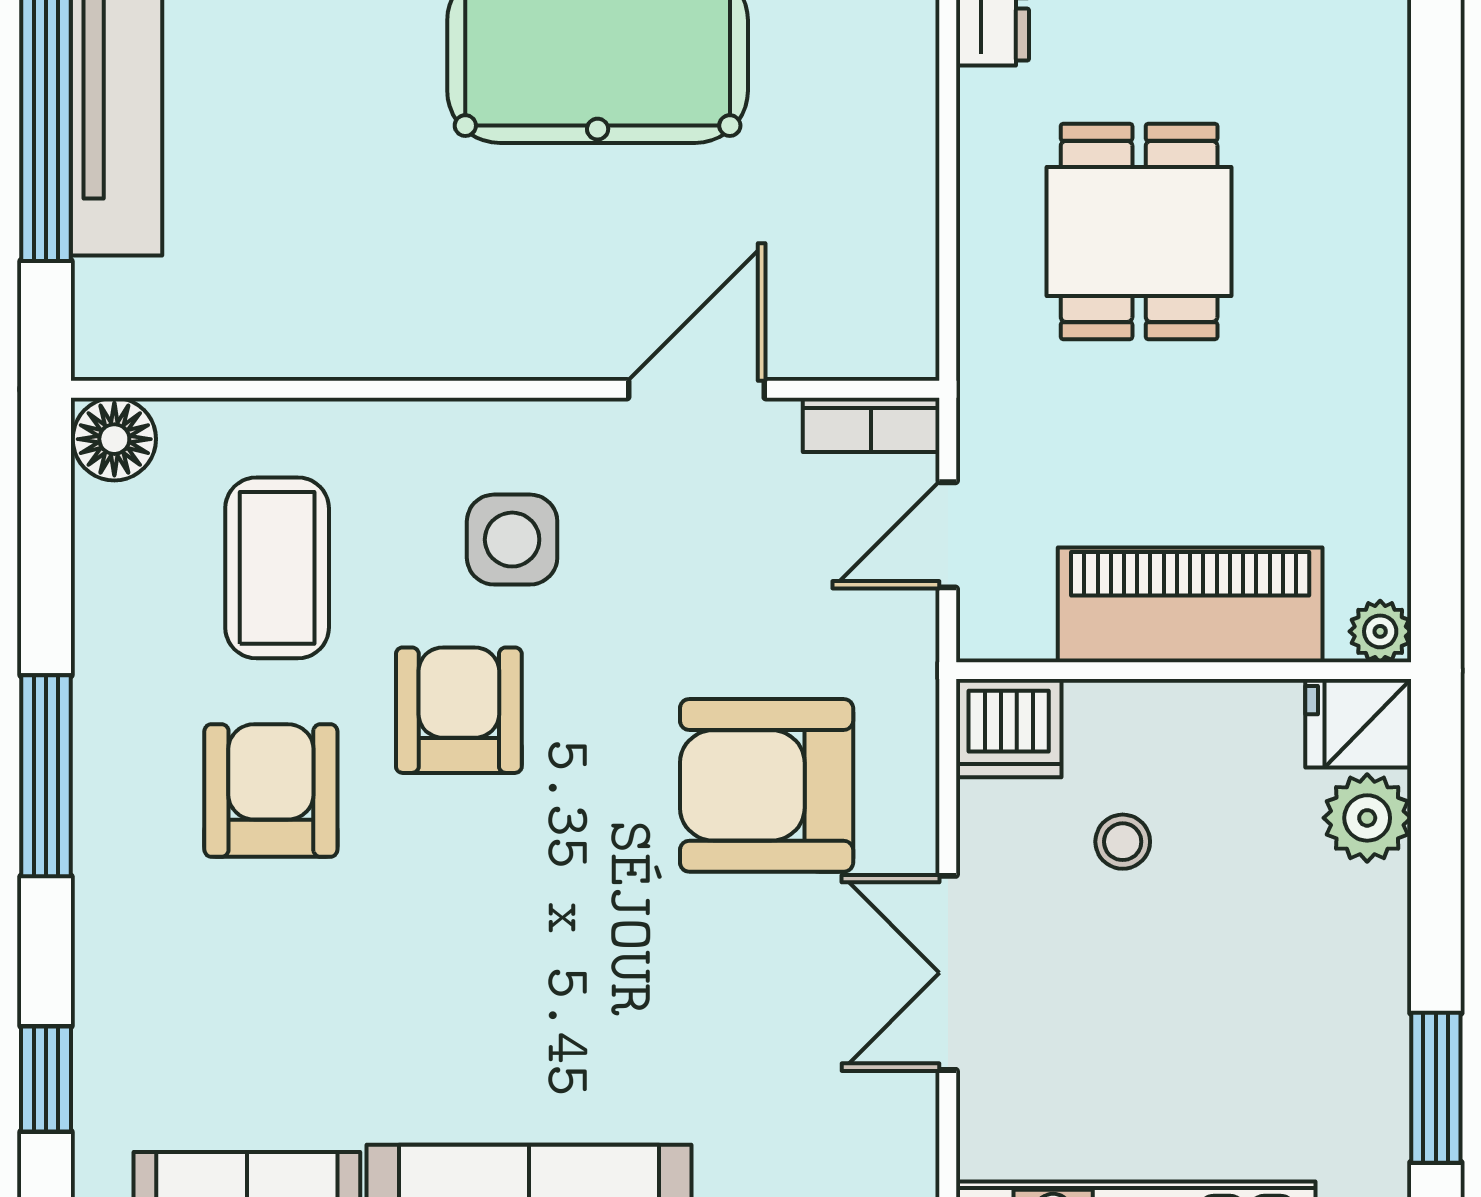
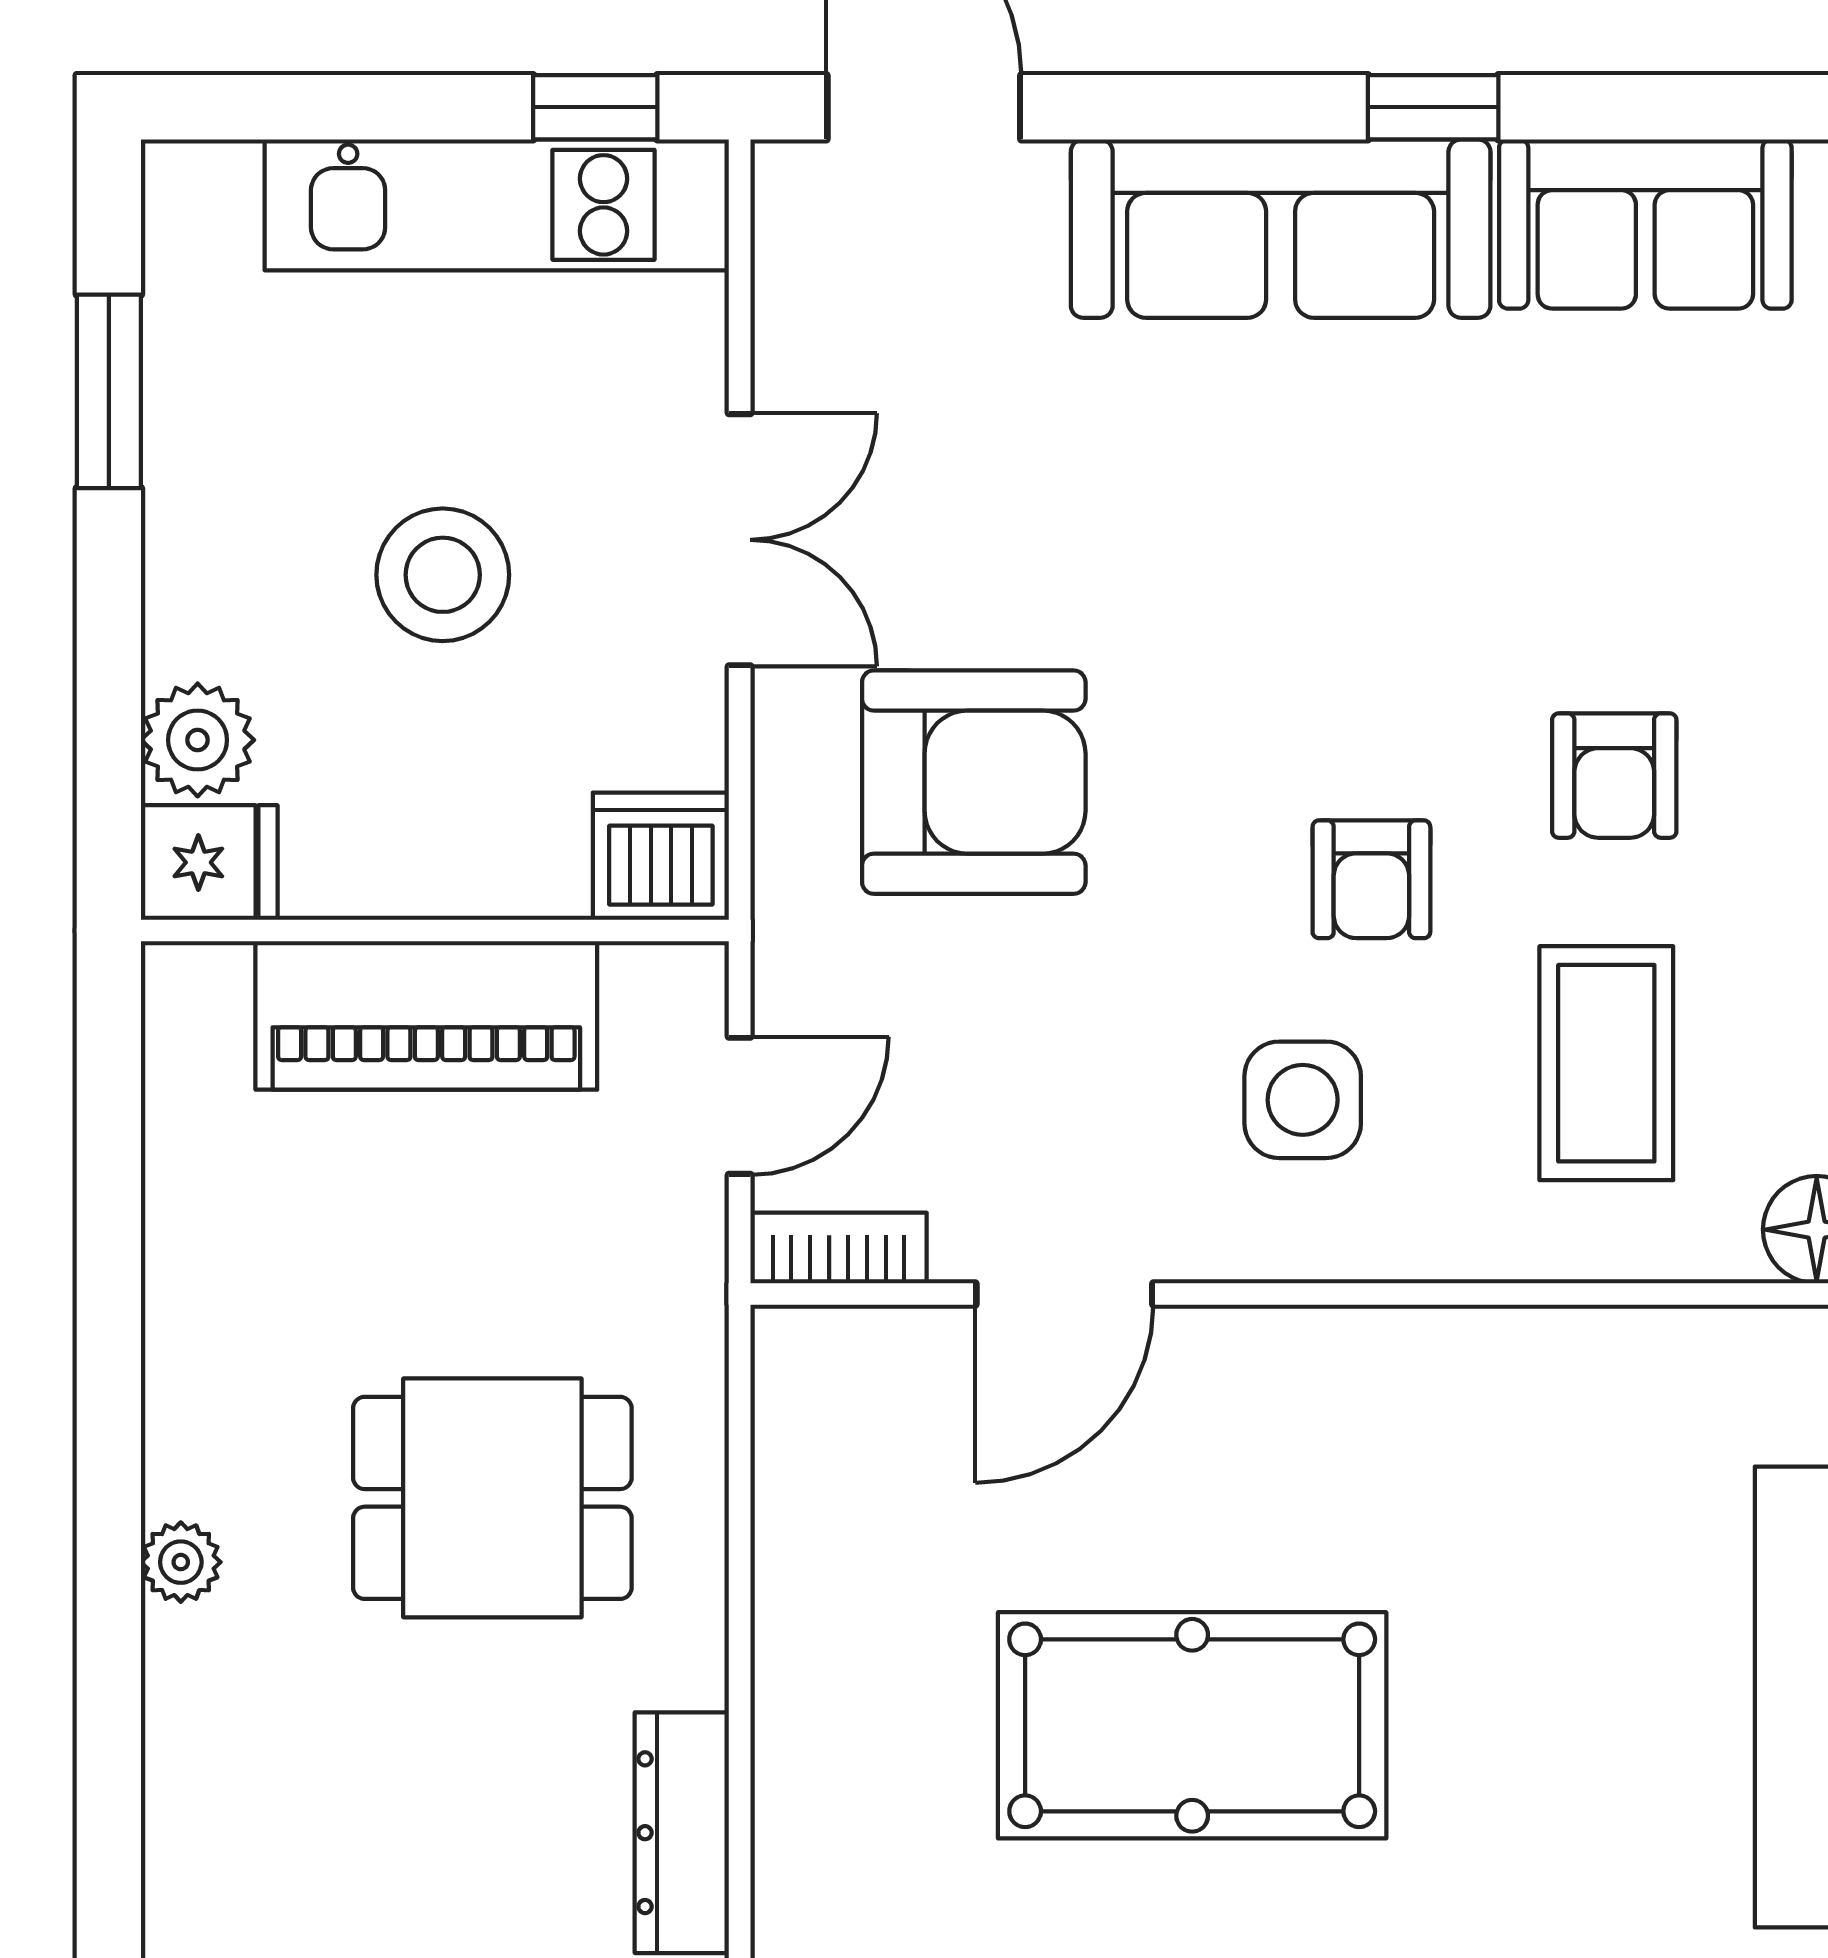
dining table: (1139, 231) -> (492, 1498), turned 90
plant: (1380, 631) -> (181, 1562), moved
armchair: (459, 710) -> (1371, 879), width x0.72, depth x0.72
armchair: (271, 790) -> (1614, 776), width x0.72, depth x0.72
stool: (1123, 842) -> (443, 575), moved, width x1.89, depth x1.89

